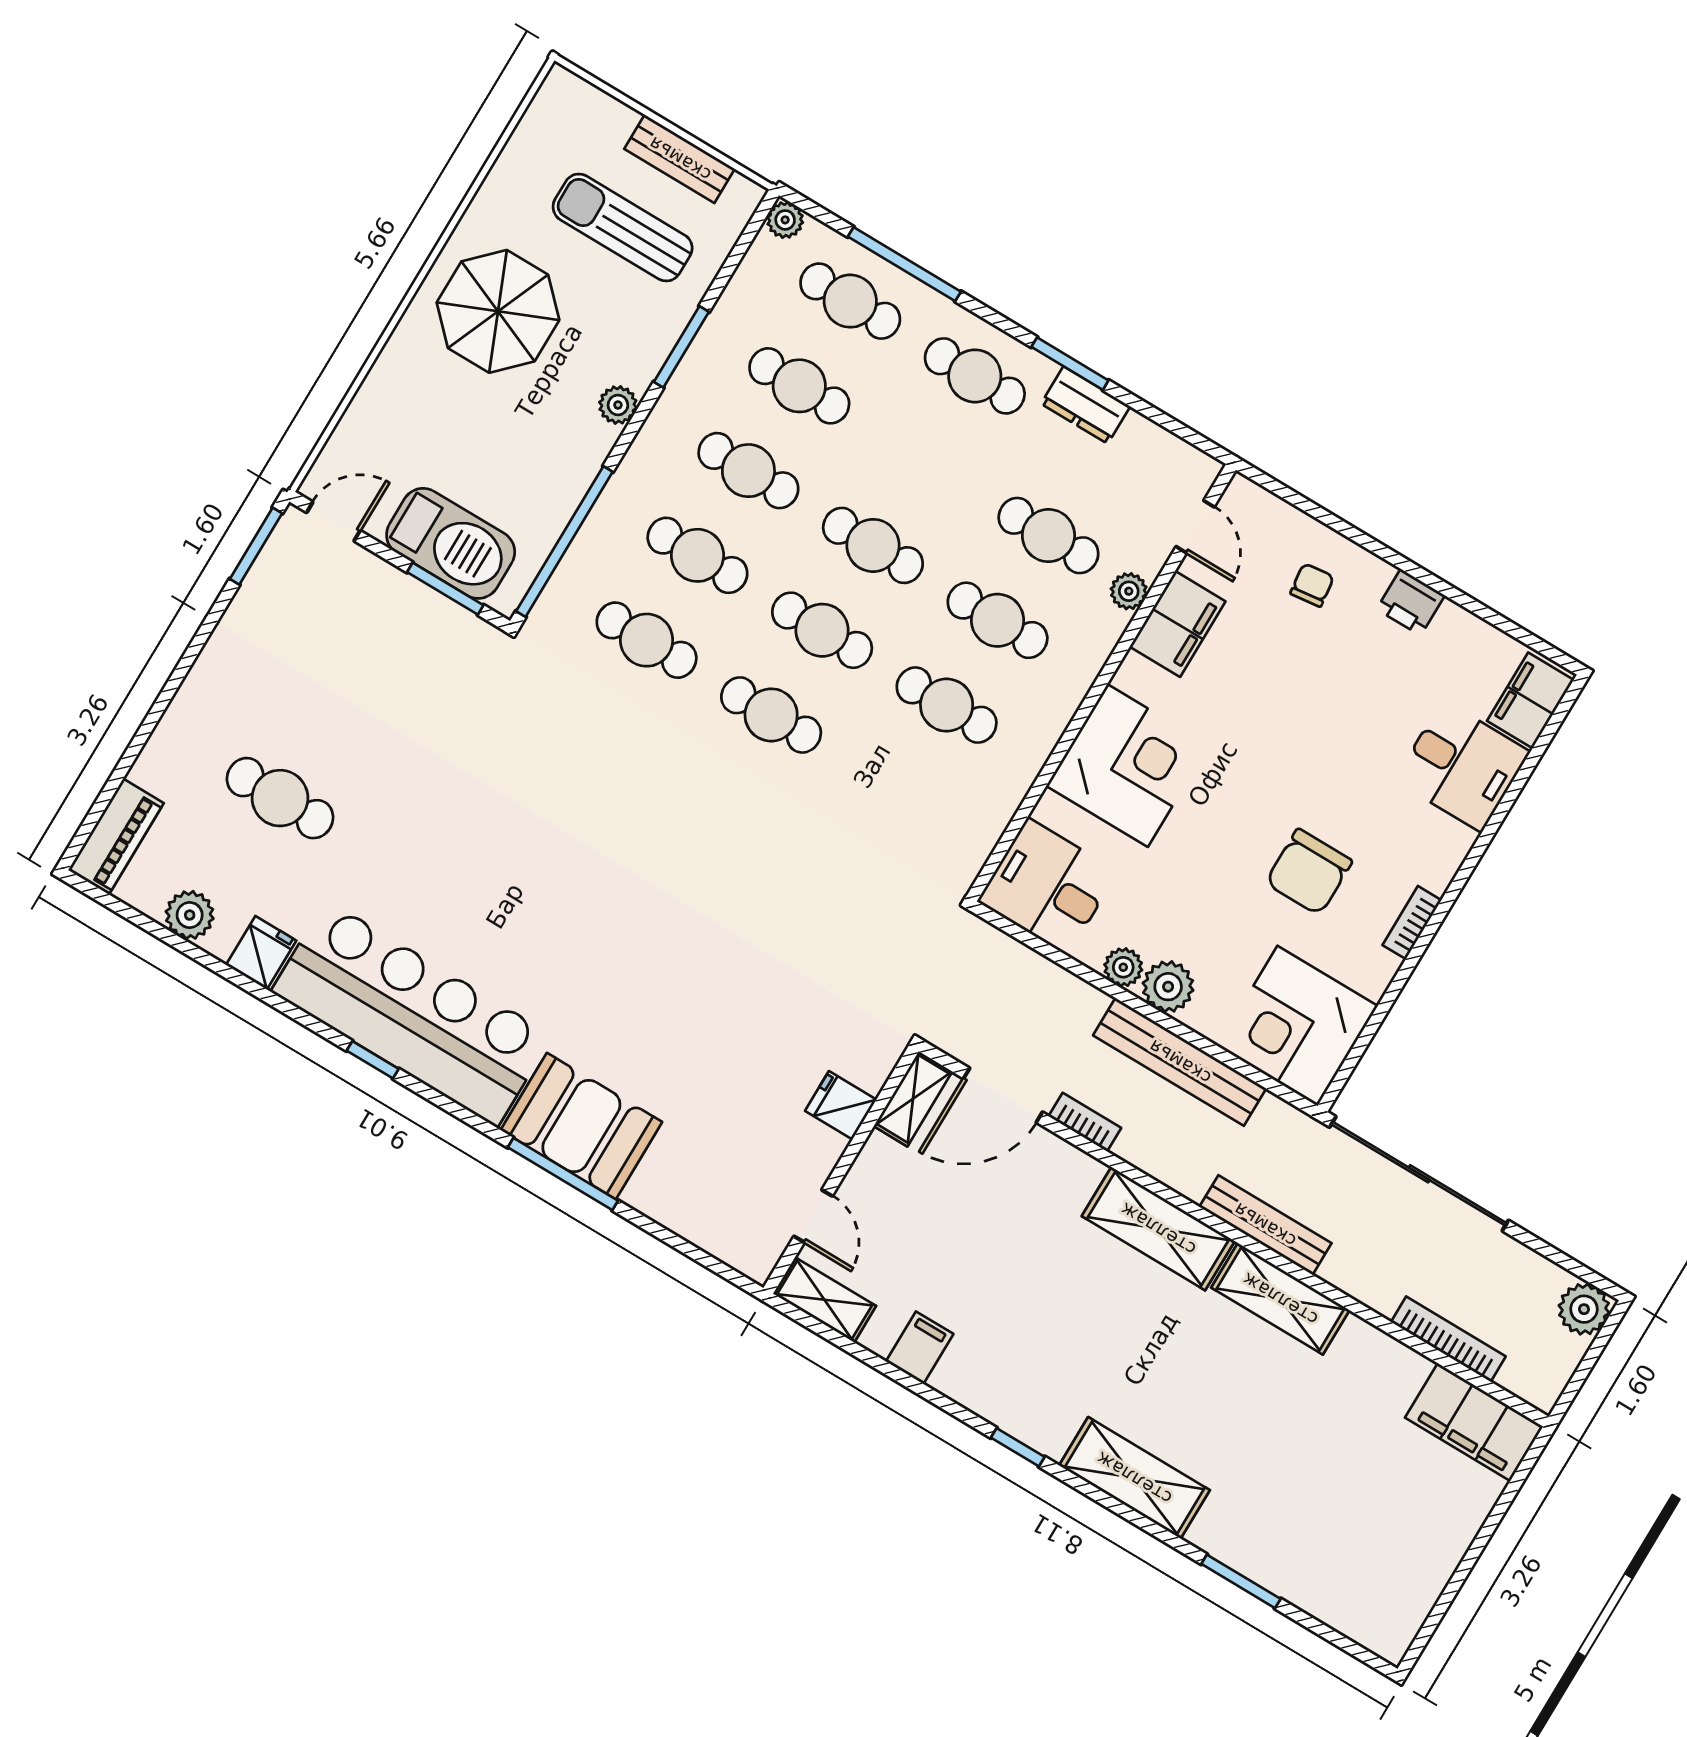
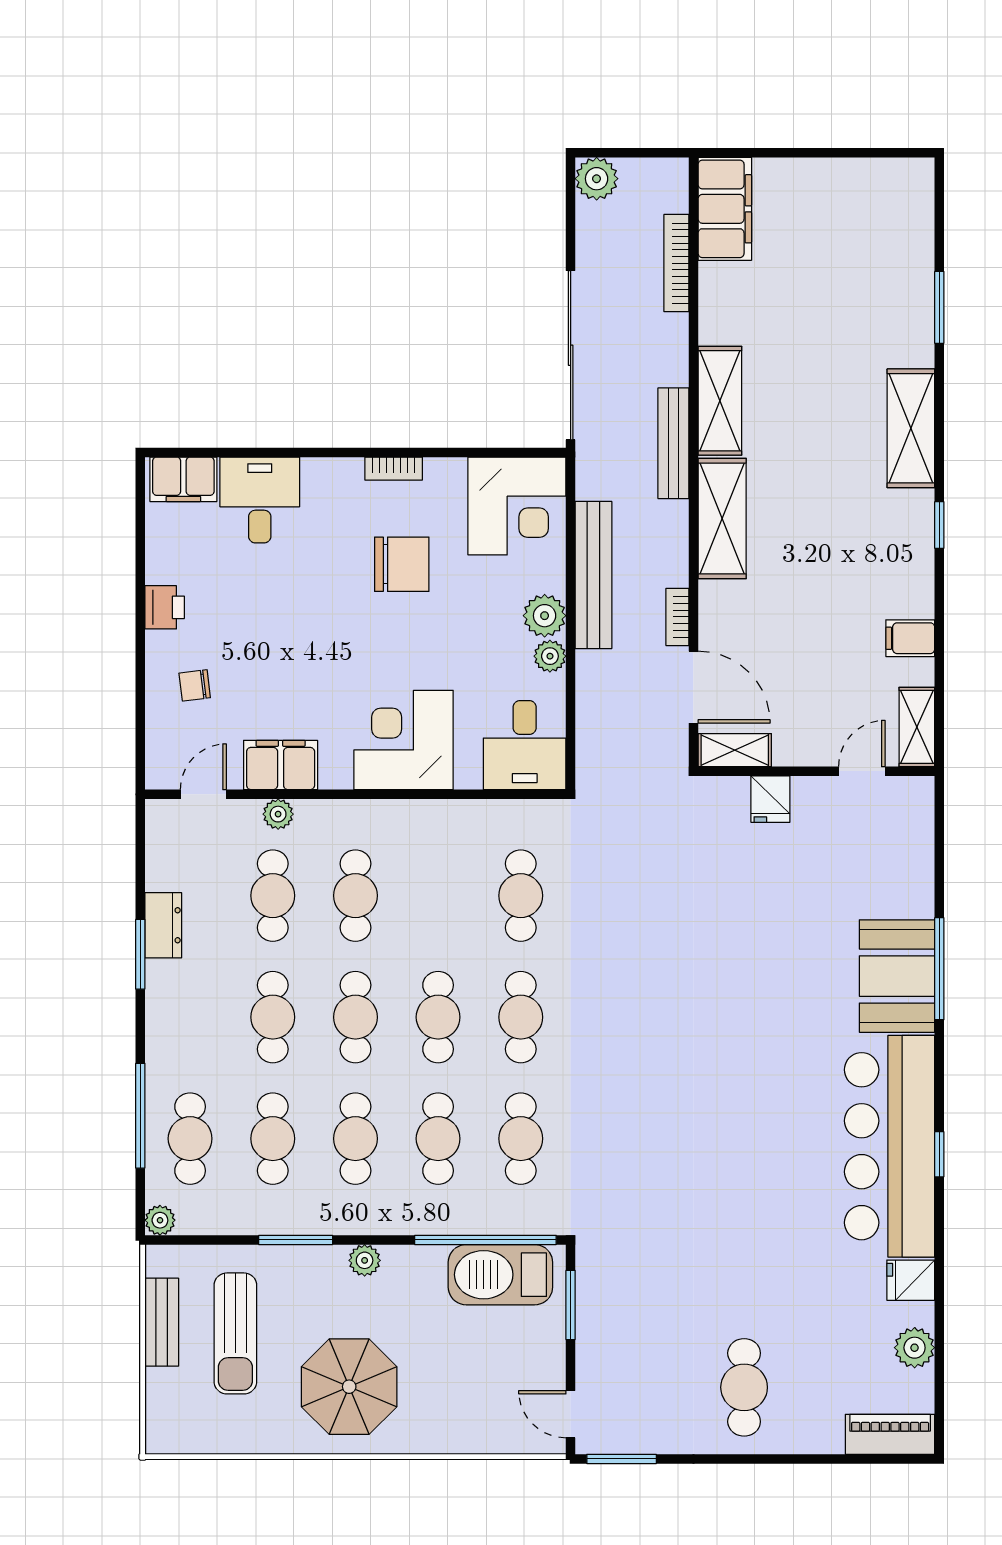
cafe table: (975, 376) -> (273, 1017), moved
barbecue: (451, 543) -> (500, 1275), moved, turned -90
cafe table: (947, 705) -> (521, 896), moved
cafe table: (280, 798) -> (744, 1387), moved

